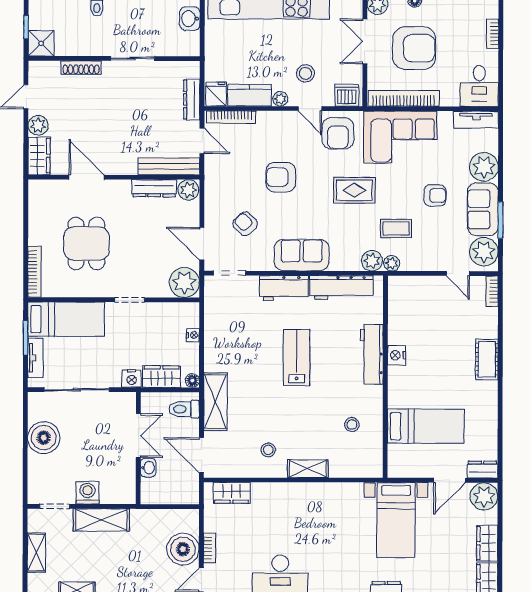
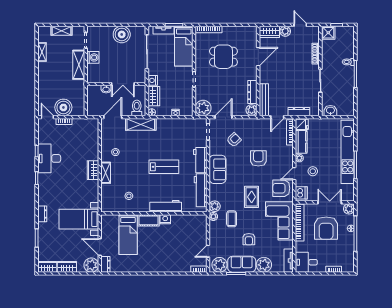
washbasin: (190, 19) -> (330, 111), moved
cot: (487, 359) -> (149, 220), moved
wardrobe: (232, 493) -> (93, 170), moved

